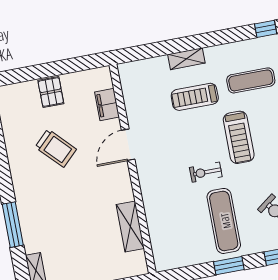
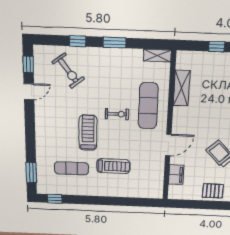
shelving: (186, 59) -> (157, 56), moved
pallet: (51, 92) -> (213, 191), turned 90
exercise mat: (224, 221) -> (148, 106), moved

